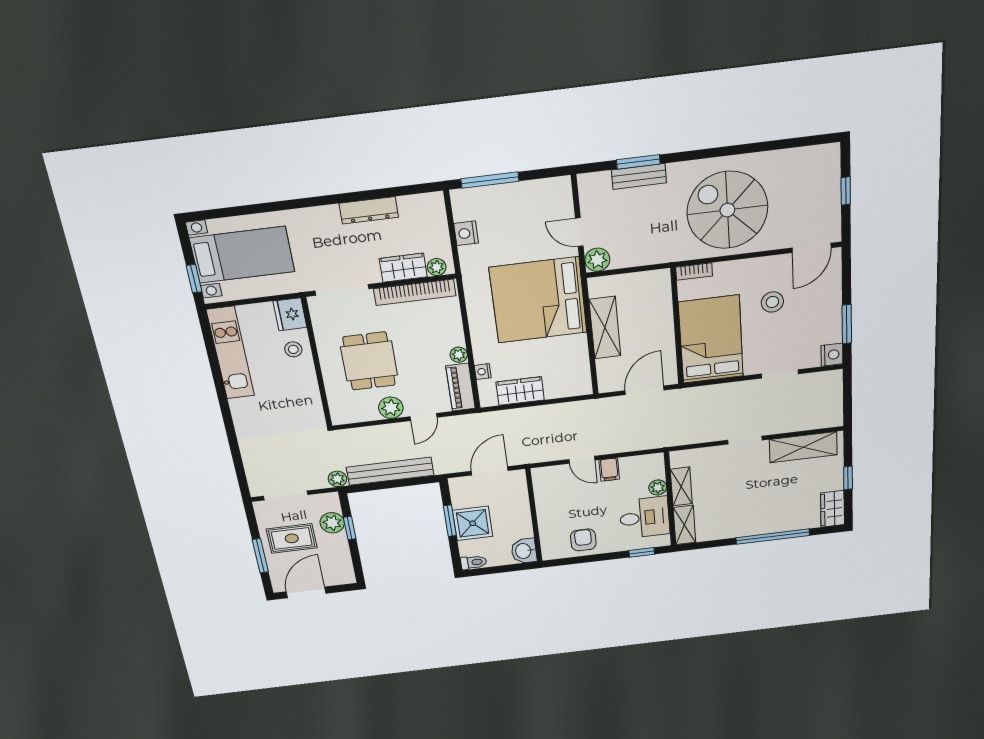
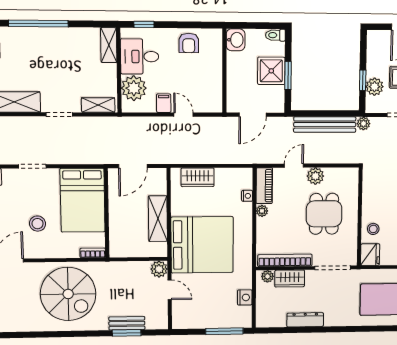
wardrobe: (520, 391) -> (198, 177), moved
shelving: (681, 486) -> (98, 105), moved, turned 90
plant: (658, 487) -> (134, 88), width x1.88, depth x1.88

